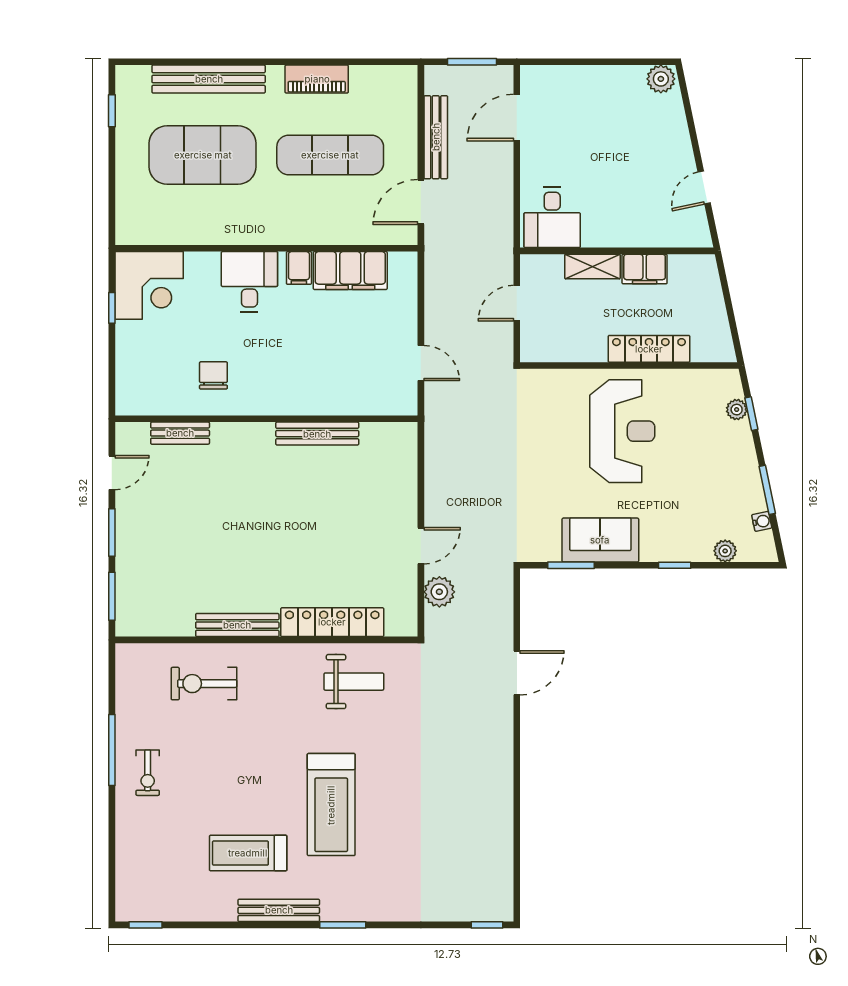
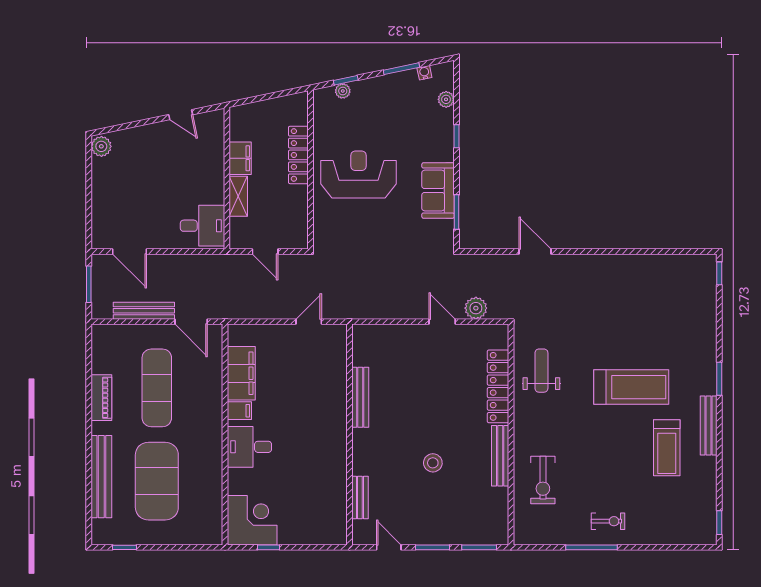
chair: (213, 375) -> (318, 473), removed
stool: (227, 533) -> (433, 463), added

